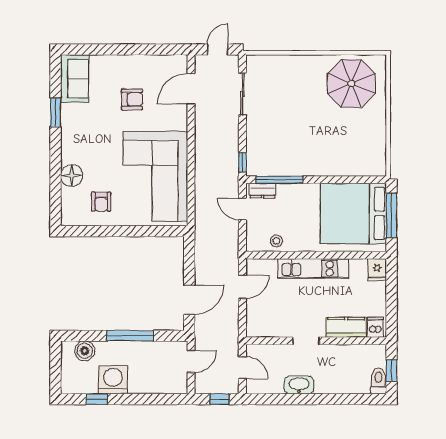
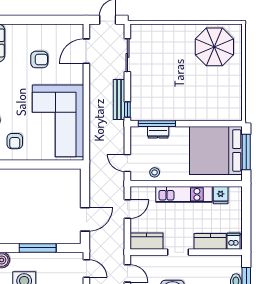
bench: (232, 149) -> (119, 99), added
dresser: (263, 191) -> (158, 132), moved
door: (242, 209) -> (127, 163), moved
fridge: (377, 270) -> (221, 195), moved
kitchen counter: (266, 327) -> (147, 241), added
door: (191, 362) -> (86, 269), hinge flipped

